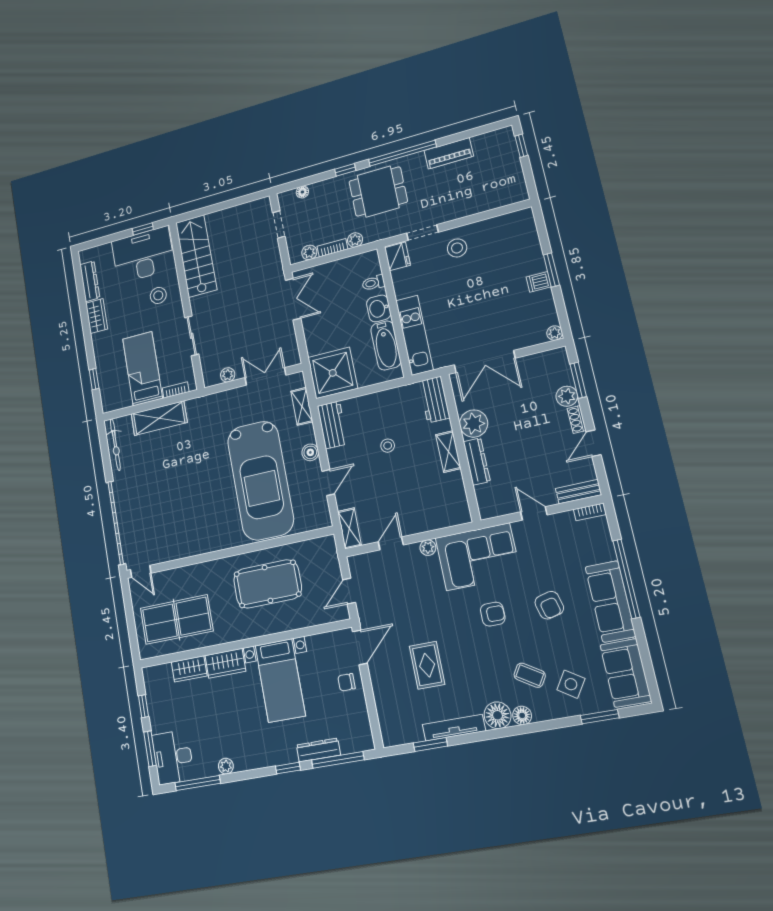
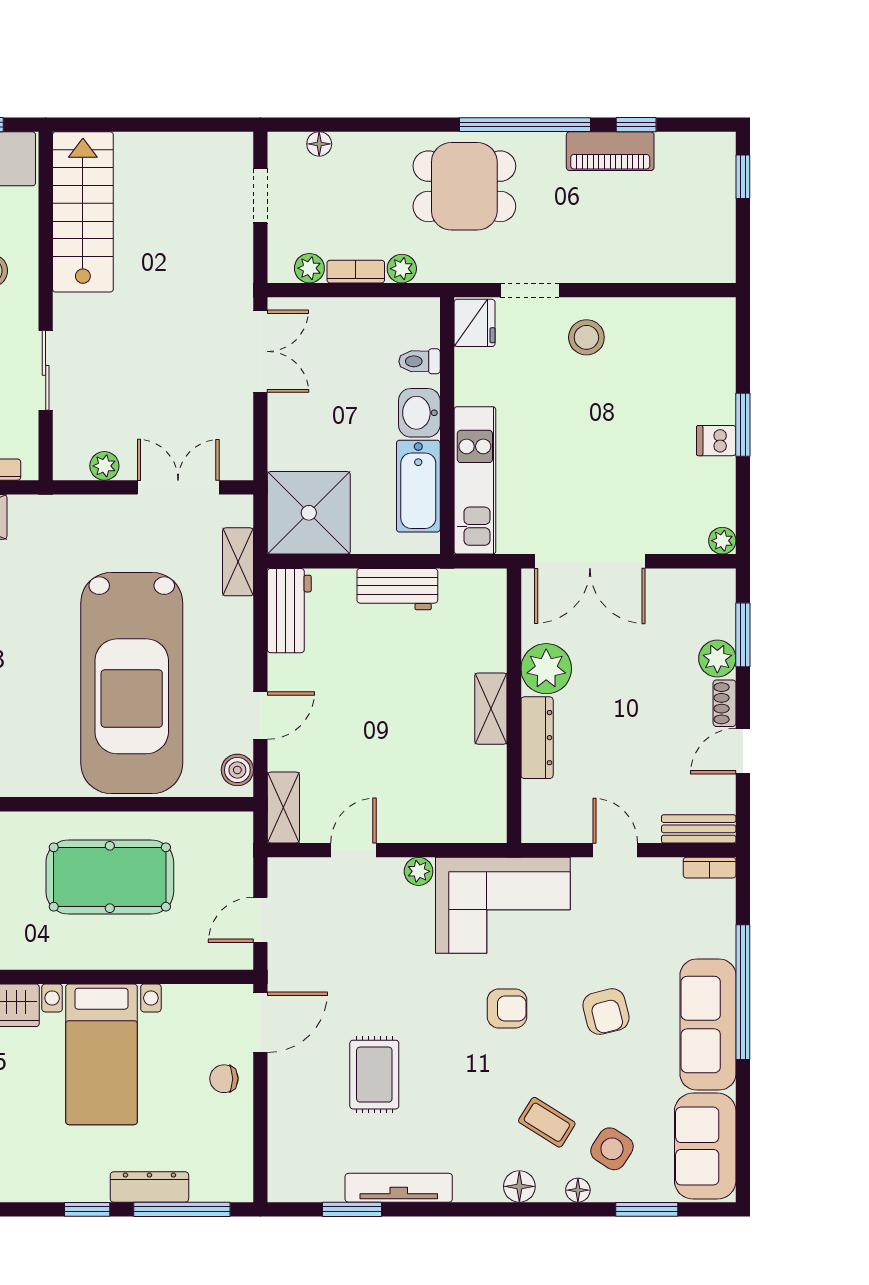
window: (345, 170) -> (636, 125), moved
workbench: (434, 400) -> (397, 589), moved, turned -90
stool: (388, 446) -> (384, 673), removed
boiler: (310, 452) -> (237, 770), moved
floor lamp: (498, 715) -> (578, 1190), moved, width x0.53, depth x0.53

